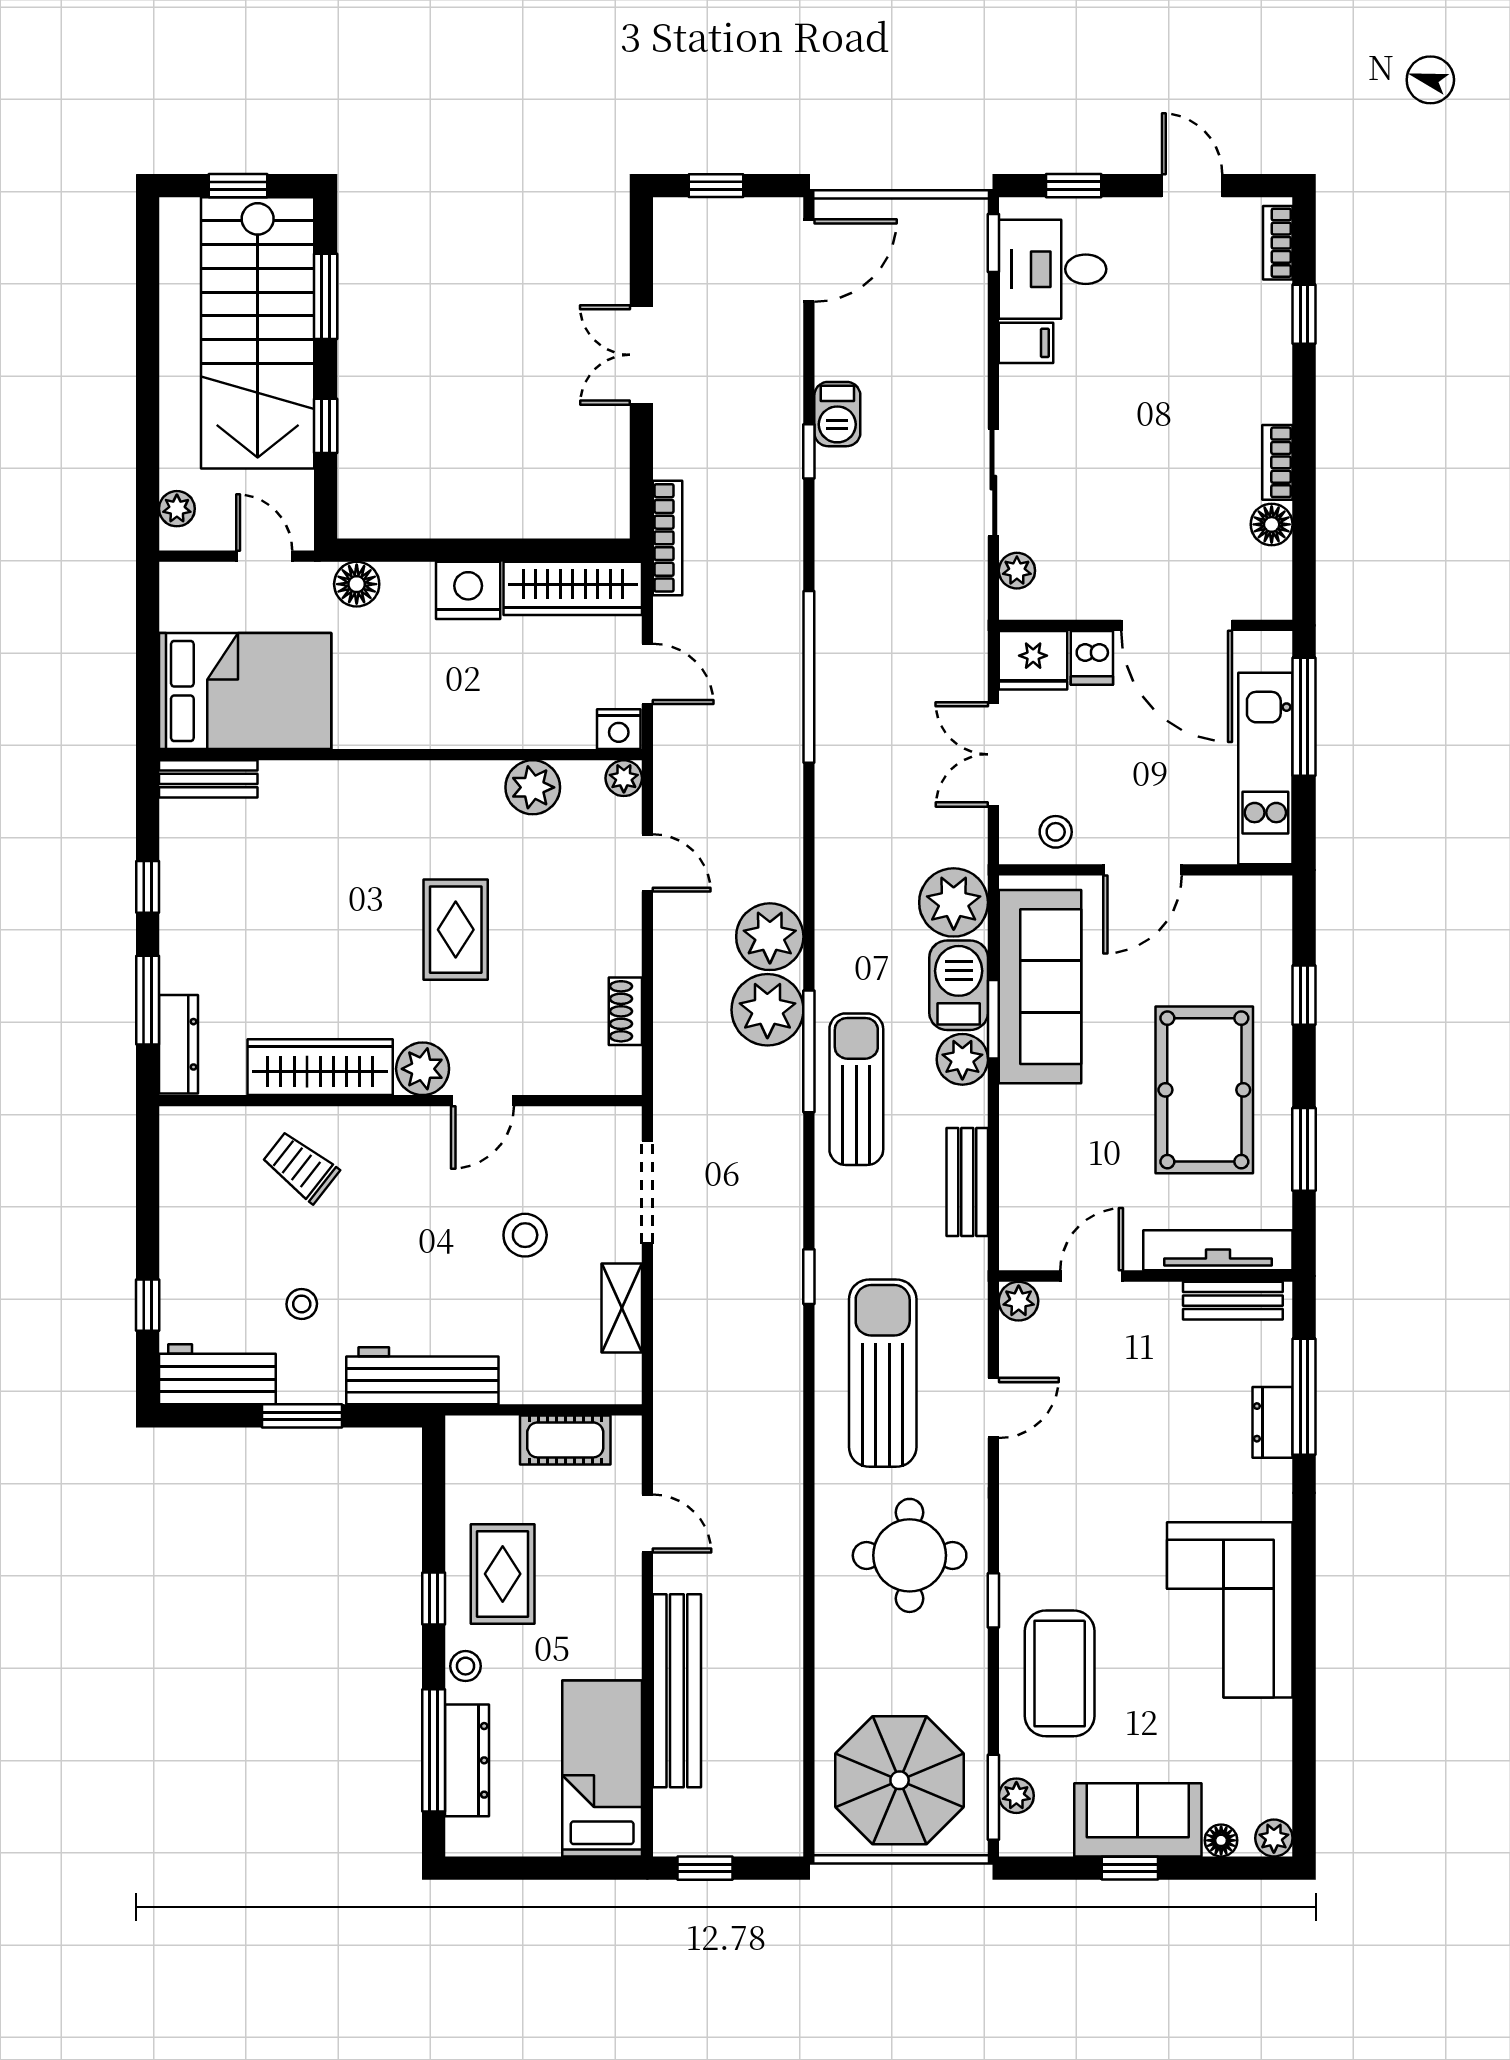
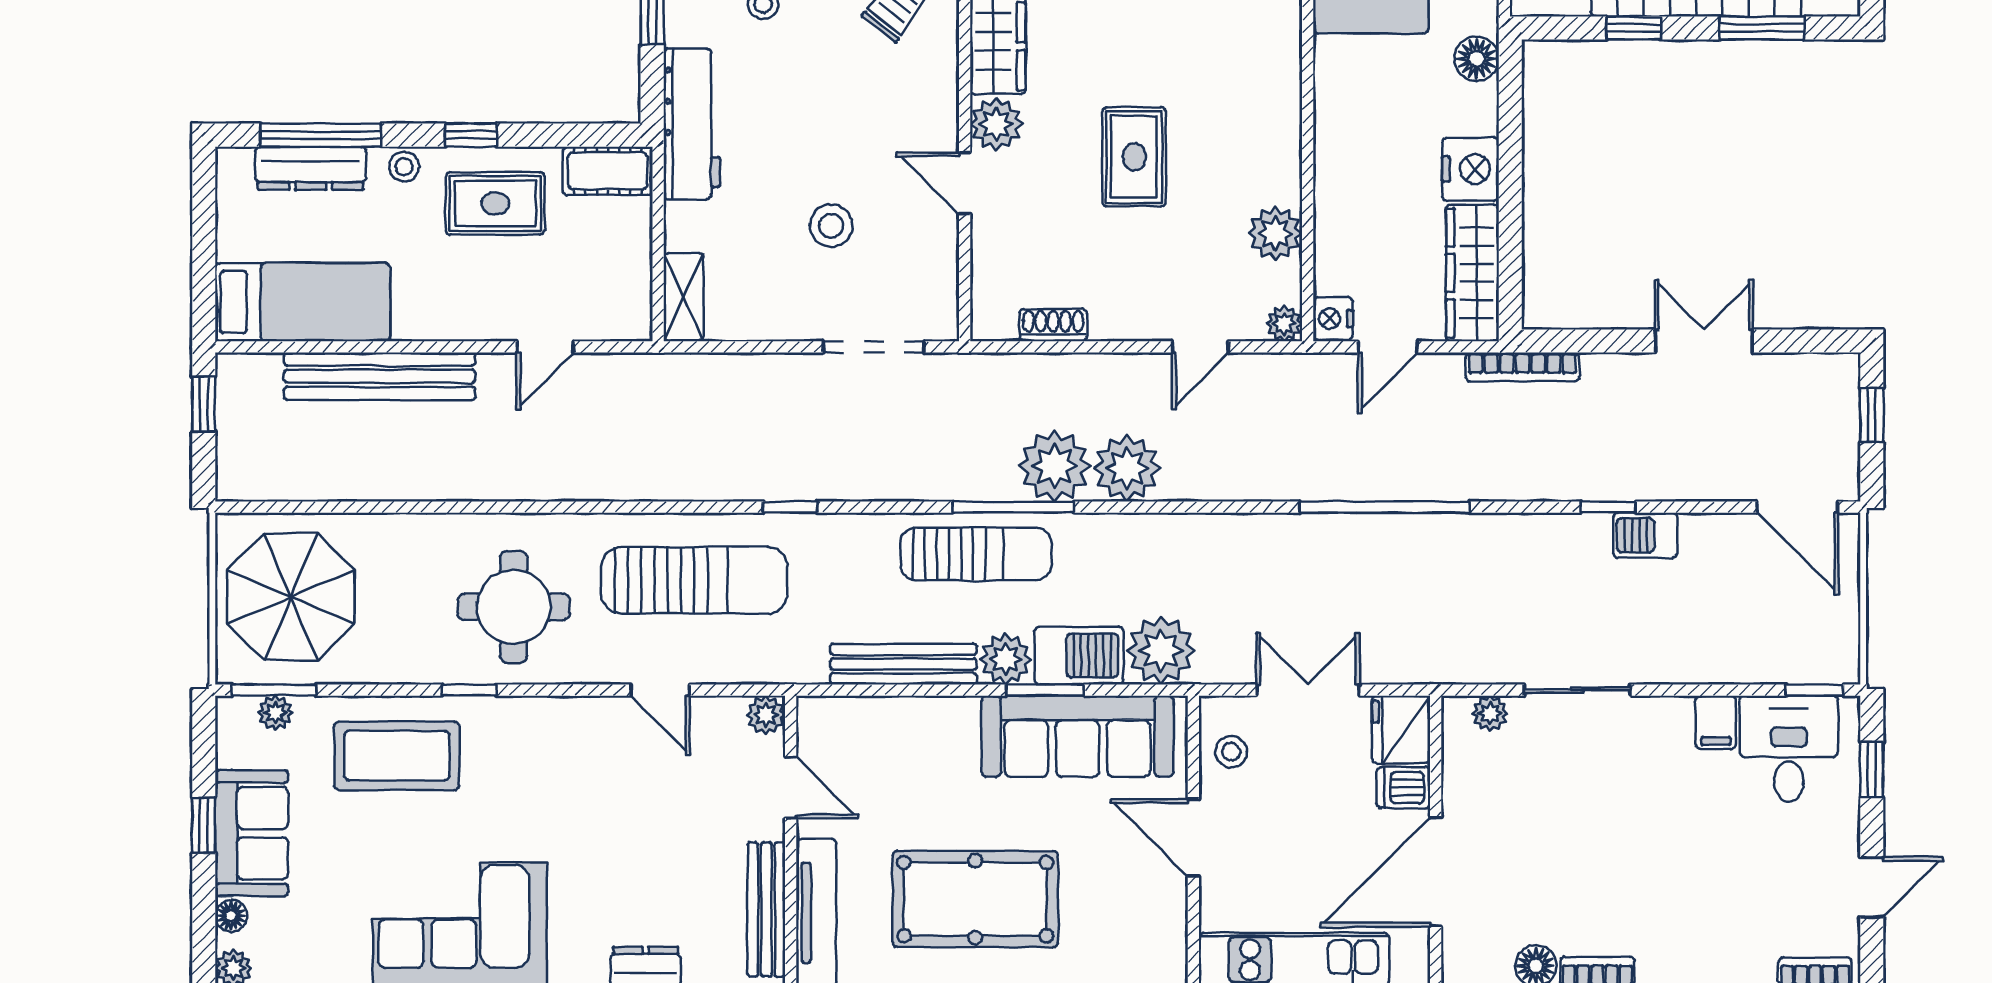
rug: (456, 930) -> (1134, 157), turned 90
bench: (967, 1182) -> (903, 664), width x1.36
bench: (1233, 1301) -> (766, 909), width x1.36
shelving: (622, 1308) -> (683, 297), moved, turned 90
cot: (565, 1440) -> (608, 171), moved, turned 90

